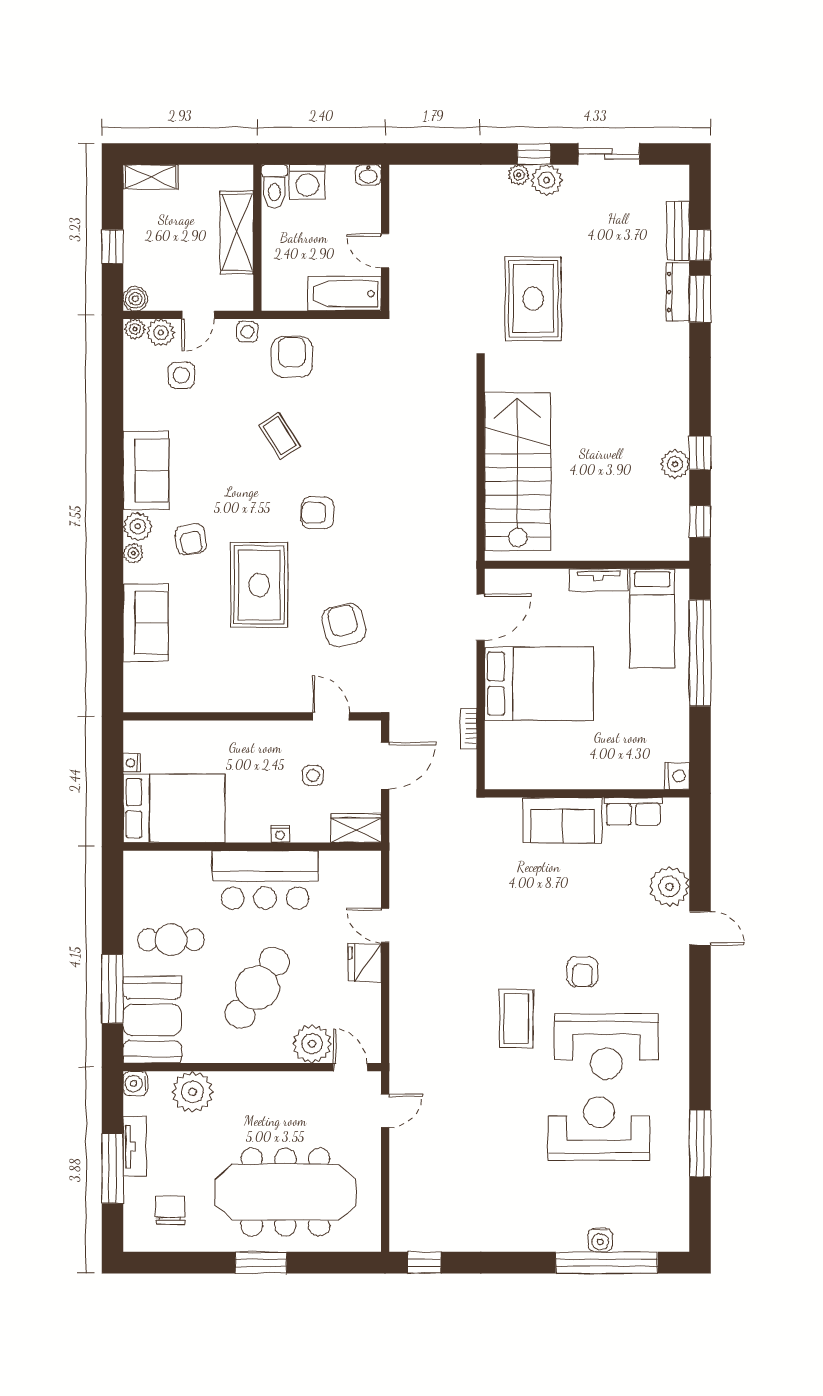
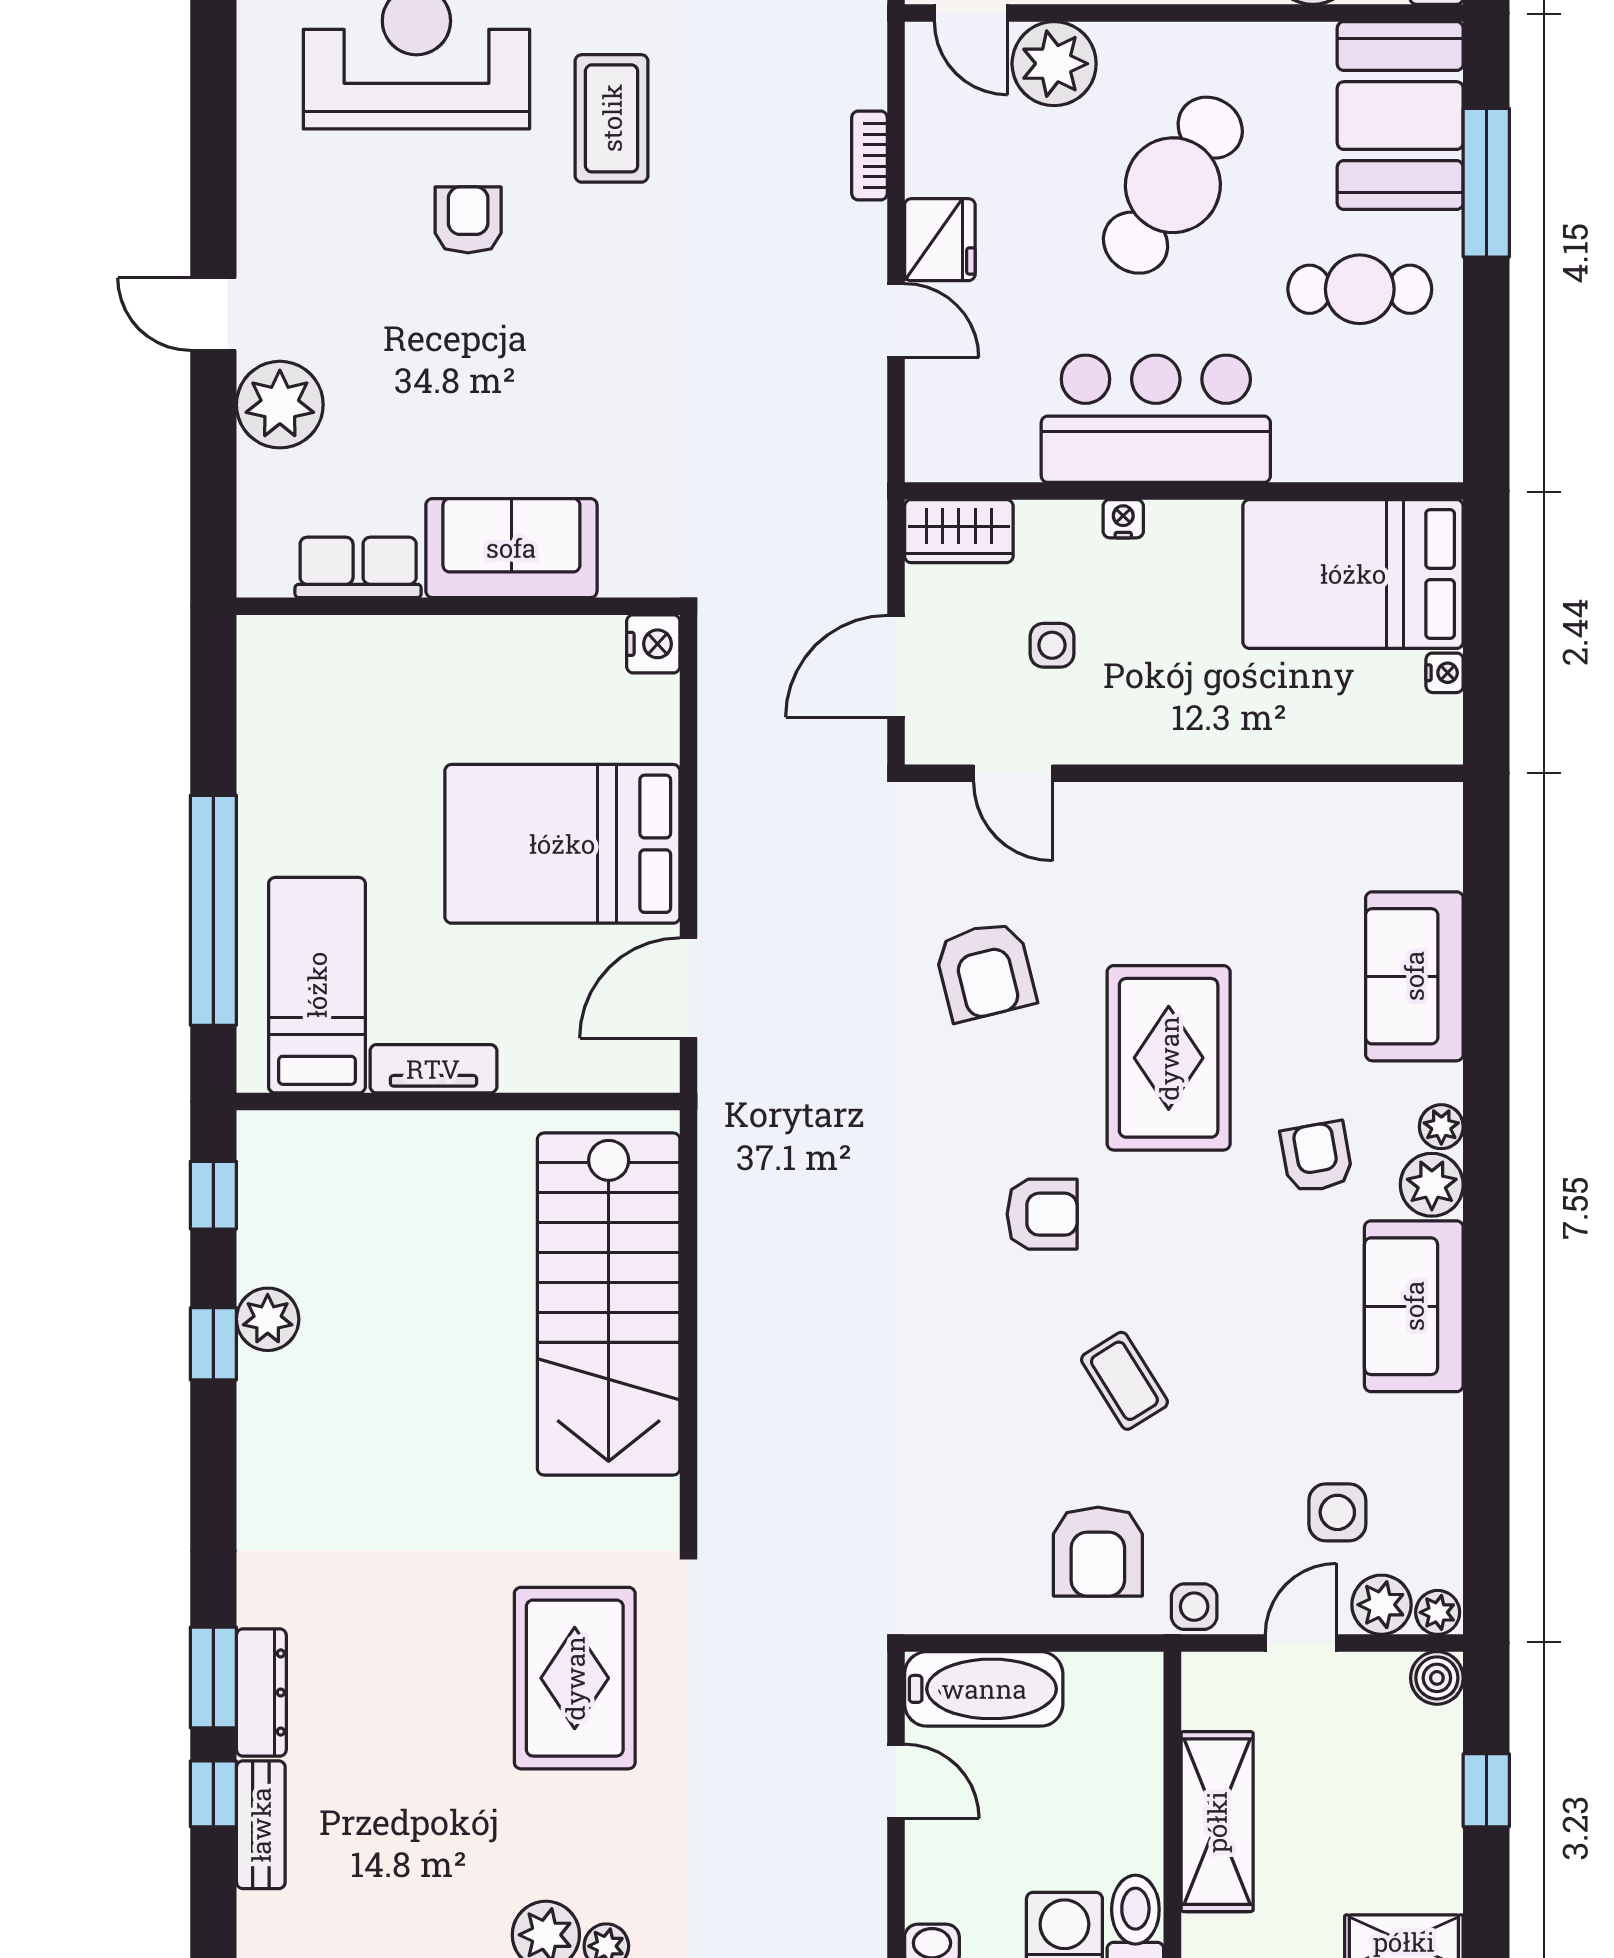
bookcase: (469, 729) -> (869, 156), moved, turned 180
nightstand: (677, 776) -> (653, 644), moved, turned 180

